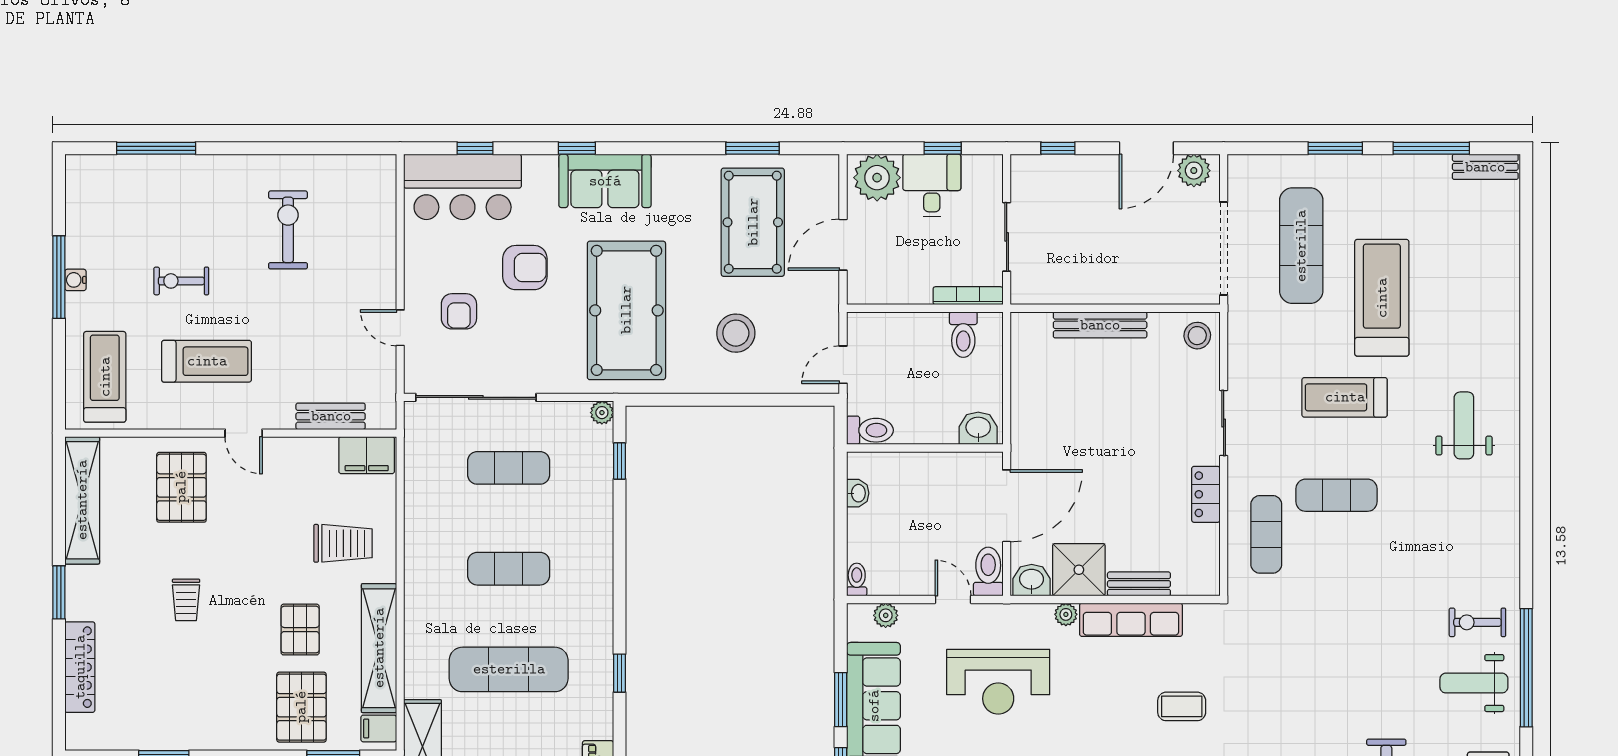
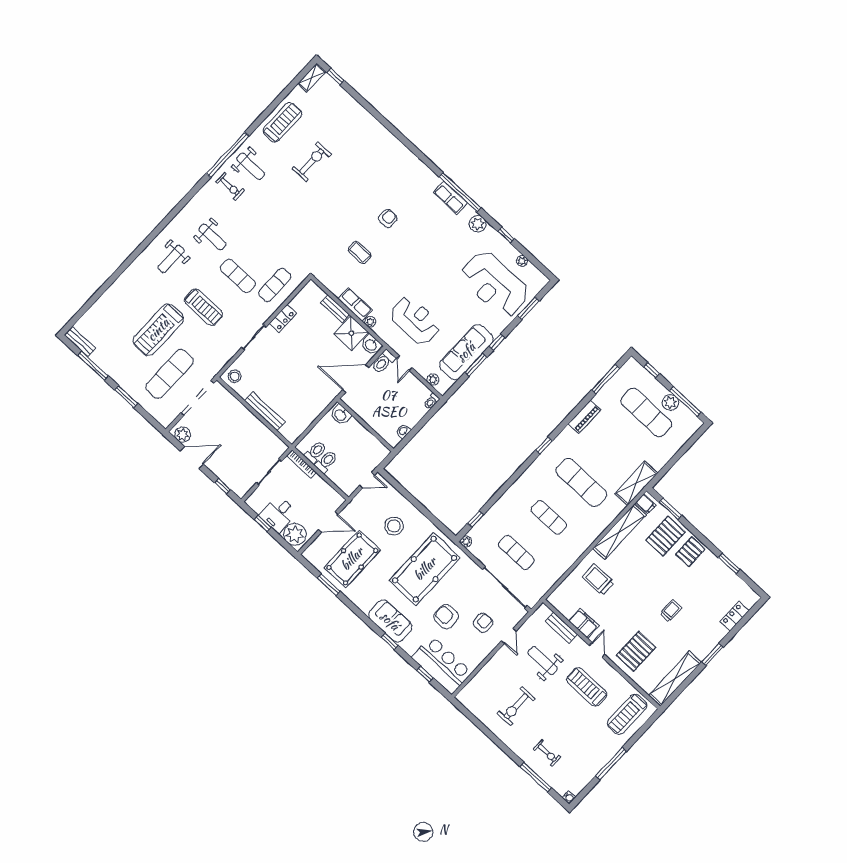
water cooler: (75, 280) -> (569, 797), moved
exercise bike: (181, 281) -> (547, 753), moved
weight bench: (312, 339) -> (543, 661), added
toilet: (870, 430) -> (326, 462), moved, turned 90
filing cabinet: (367, 455) -> (584, 623), moved
weight bench: (1432, 519) -> (212, 237), added
row of seats: (1131, 620) -> (355, 304), width x0.68
pallet: (300, 630) -> (690, 552), moved
locker: (80, 667) -> (734, 616), width x0.66

